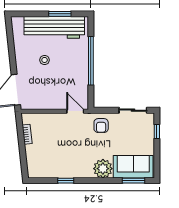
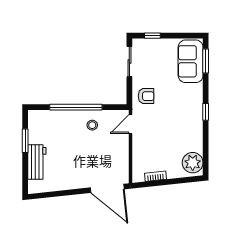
workbench: (54, 27) -> (37, 162), width x0.53, depth x0.76
stool: (45, 60) -> (92, 125), moved
plant: (103, 169) -> (193, 163), moved
window: (66, 181) -> (206, 112), moved

